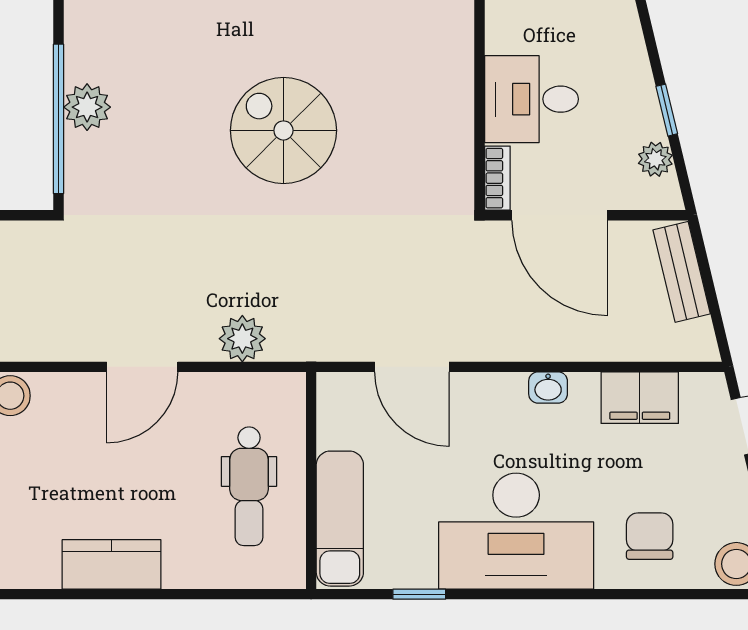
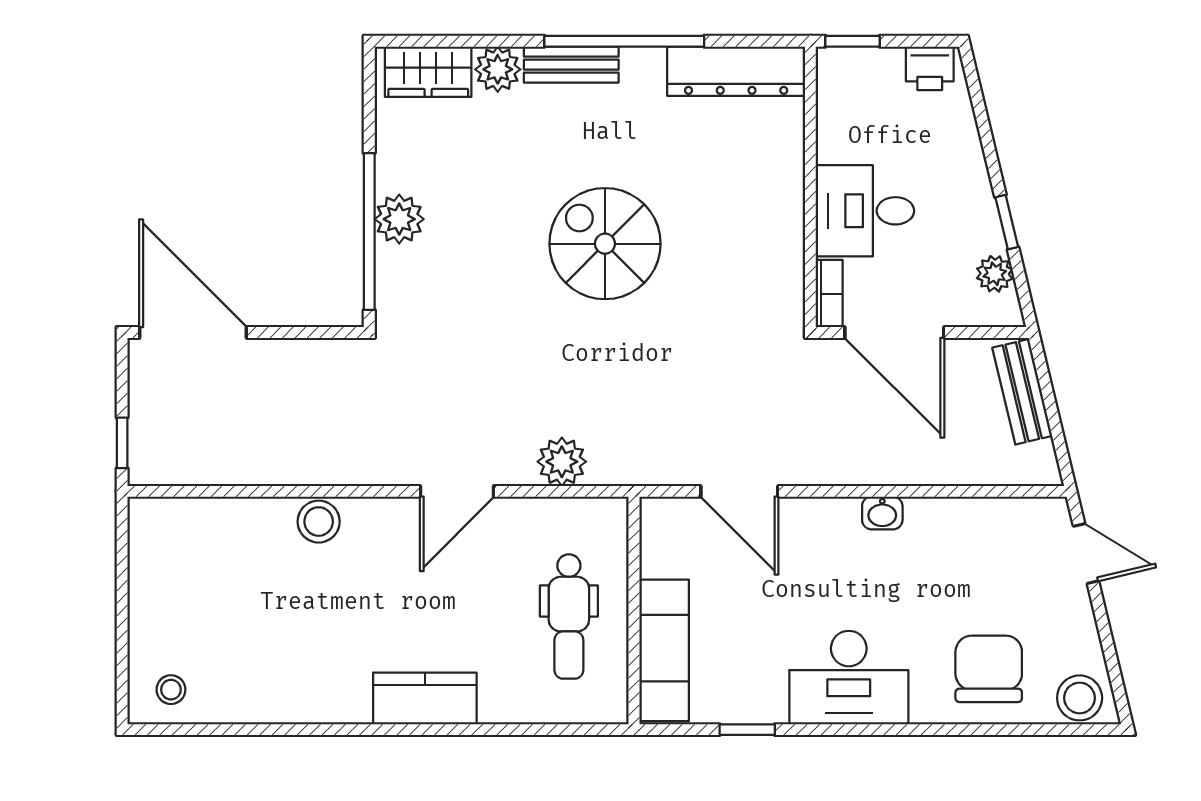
filing cabinet: (640, 398) -> (978, 524), removed
desk: (516, 531) -> (849, 678), width x0.73, depth x0.77
chair: (650, 536) -> (989, 669), width x1.37, depth x1.37

